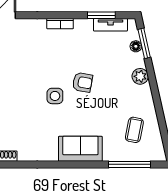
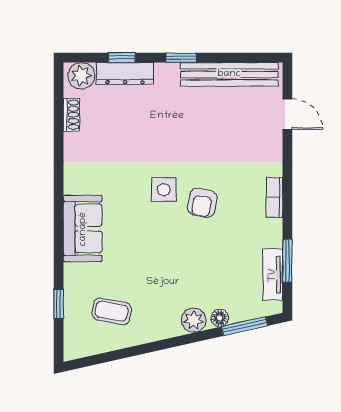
floor lamp: (136, 46) -> (220, 318), moved
armchair: (82, 82) -> (202, 203), moved
window: (130, 164) -> (59, 304), width x0.46

